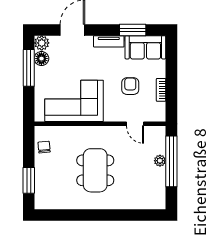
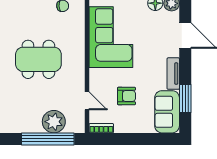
bookcase: (161, 90) -> (101, 128), moved
door: (135, 124) -> (87, 101), swing flipped
plant: (160, 161) -> (54, 122), width x1.88, depth x1.88

